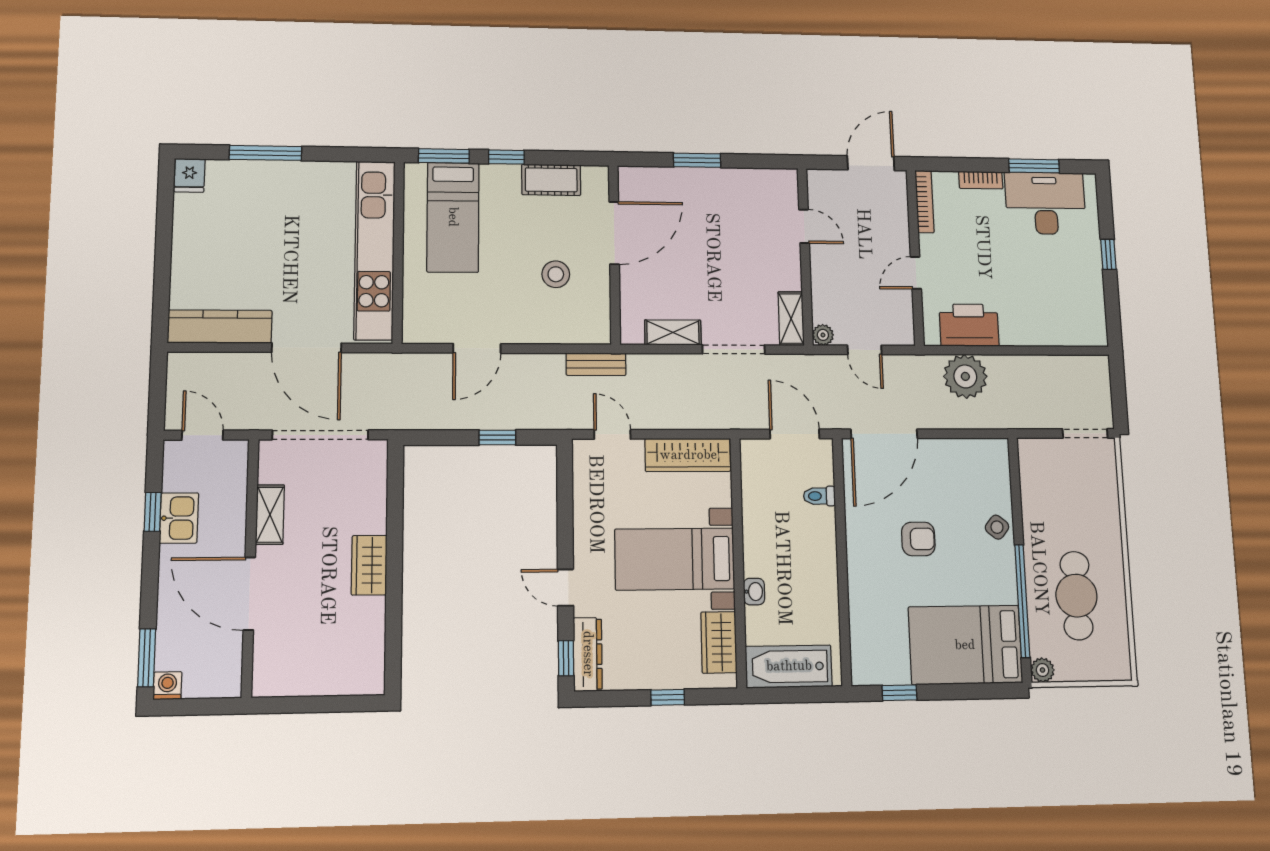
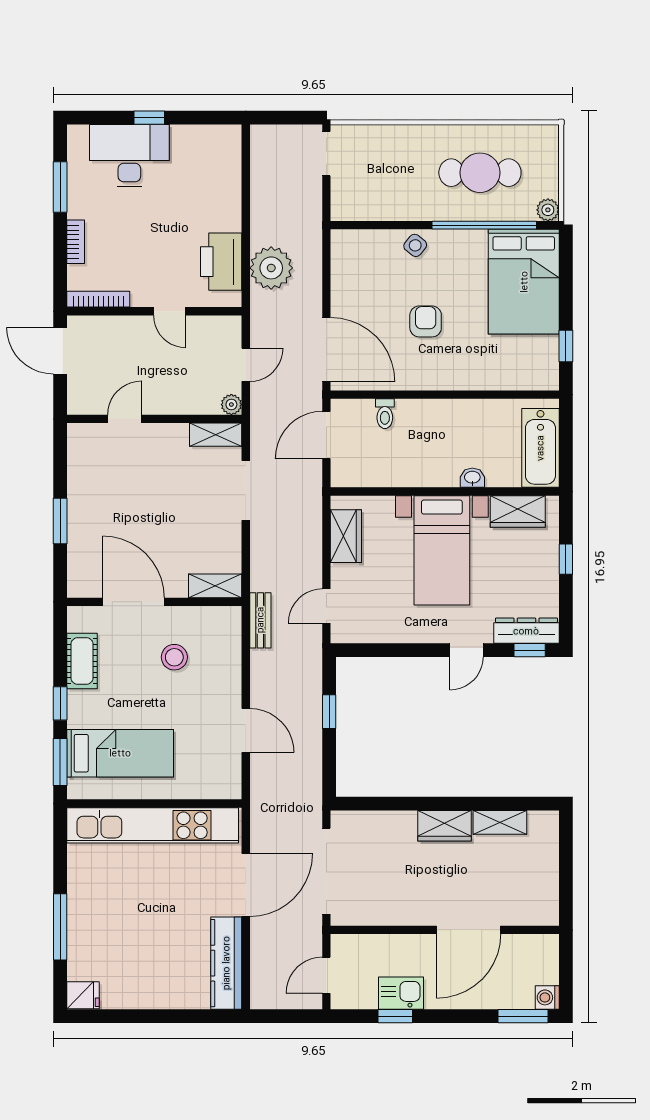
desk: (1045, 203) -> (129, 156), moved, turned 90
shelving: (673, 333) -> (215, 586), moved, turned 90
wardrobe: (688, 455) -> (346, 536), width x0.67
shelving: (270, 515) -> (500, 822), moved

